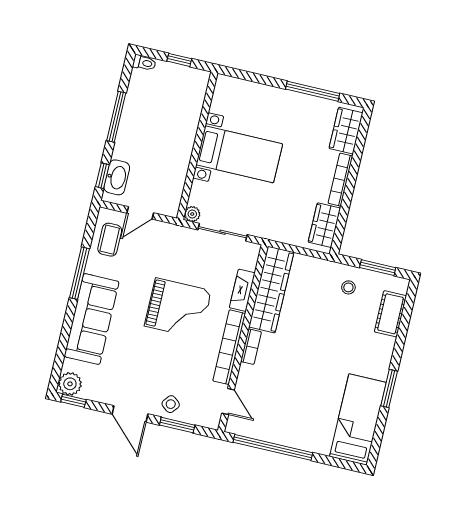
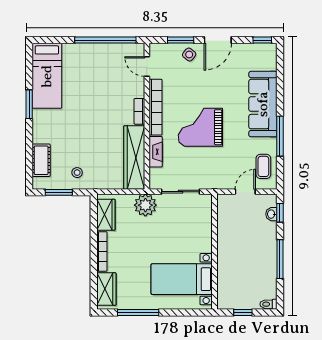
bed with nightstands: (239, 154) -> (182, 279), moved
washbasin: (117, 177) -> (271, 214), width x0.52, depth x0.69
plant: (192, 214) -> (145, 205), moved, width x1.88, depth x1.88
plant: (70, 384) -> (268, 52), removed
door: (130, 414) -> (218, 40), swing flipped

